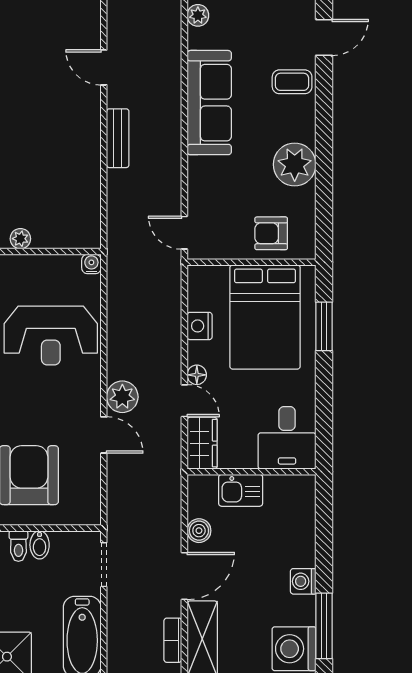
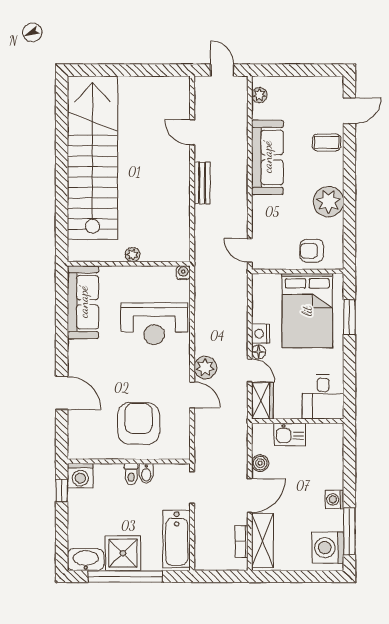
nightstand: (200, 326) -> (261, 334), moved

